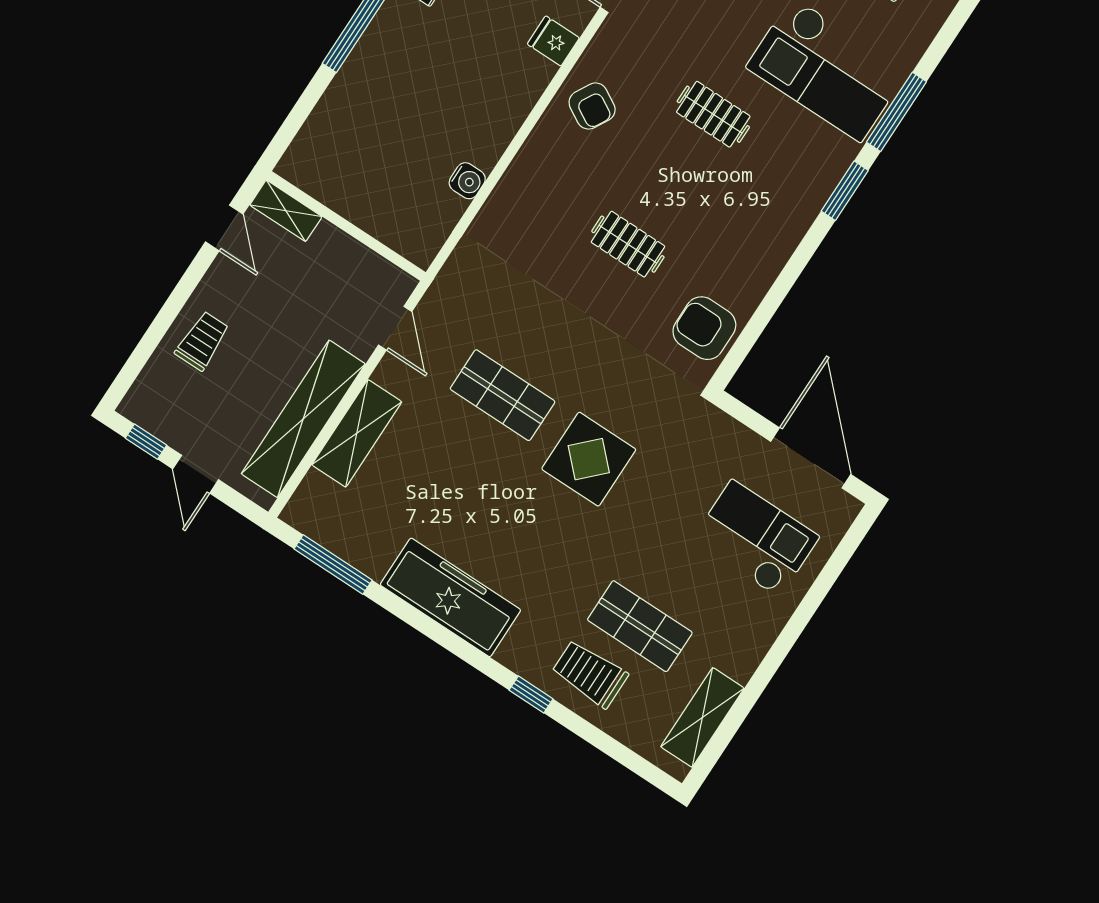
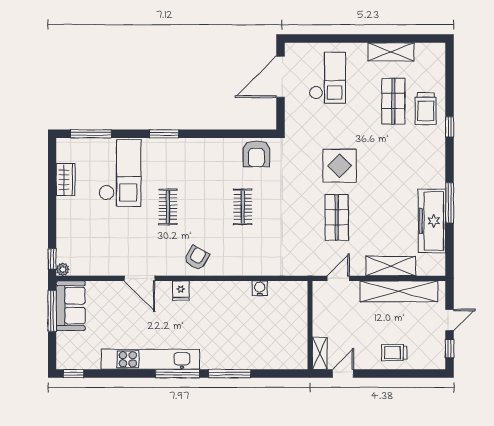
window: (896, 112) -> (91, 134), moved
checkout: (755, 539) -> (328, 78), turned 180
window: (333, 565) -> (450, 203), moved
freezer: (450, 597) -> (432, 221), moved
shelving: (702, 717) -> (391, 52), moved

